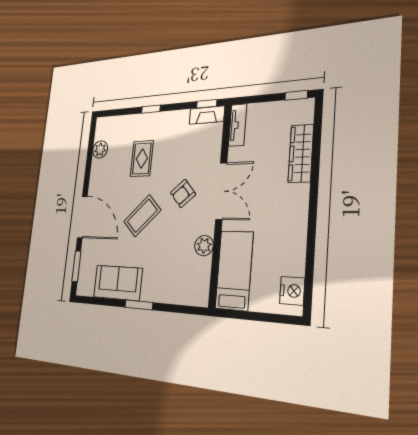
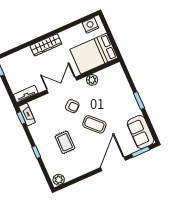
plant: (100, 149) -> (59, 180), moved
wardrobe: (301, 153) -> (46, 45), moved
rug: (142, 159) -> (65, 142), turned 90
bed: (234, 270) -> (94, 54), width x1.50
sofa: (118, 283) -> (141, 132), moved

